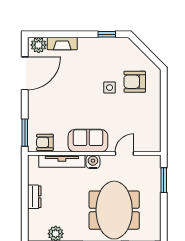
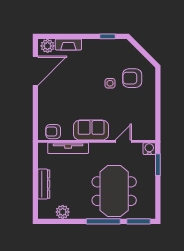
window: (25, 133) -> (35, 123), removed
water cooler: (93, 162) -> (149, 149), moved
dresser: (34, 197) -> (44, 184), width x1.44

